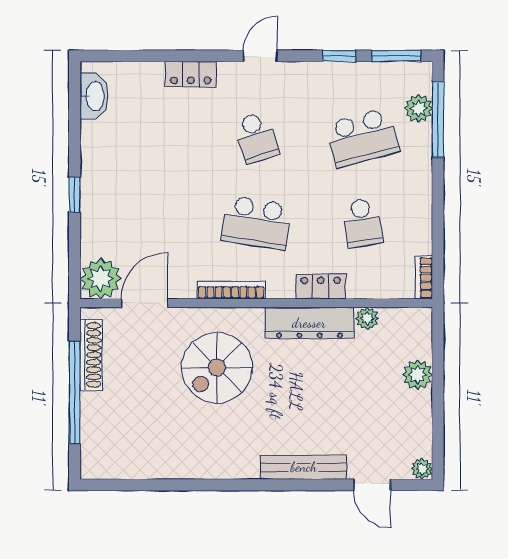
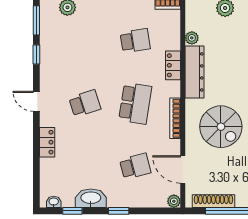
washbasin: (94, 96) -> (54, 202), width x0.52, depth x0.69
window: (75, 116) -> (72, 211), added
school desk: (362, 138) -> (135, 166), moved, width x0.54
washbasin: (96, 148) -> (91, 198), added
plant: (101, 279) -> (174, 201), width x0.53, depth x0.53

